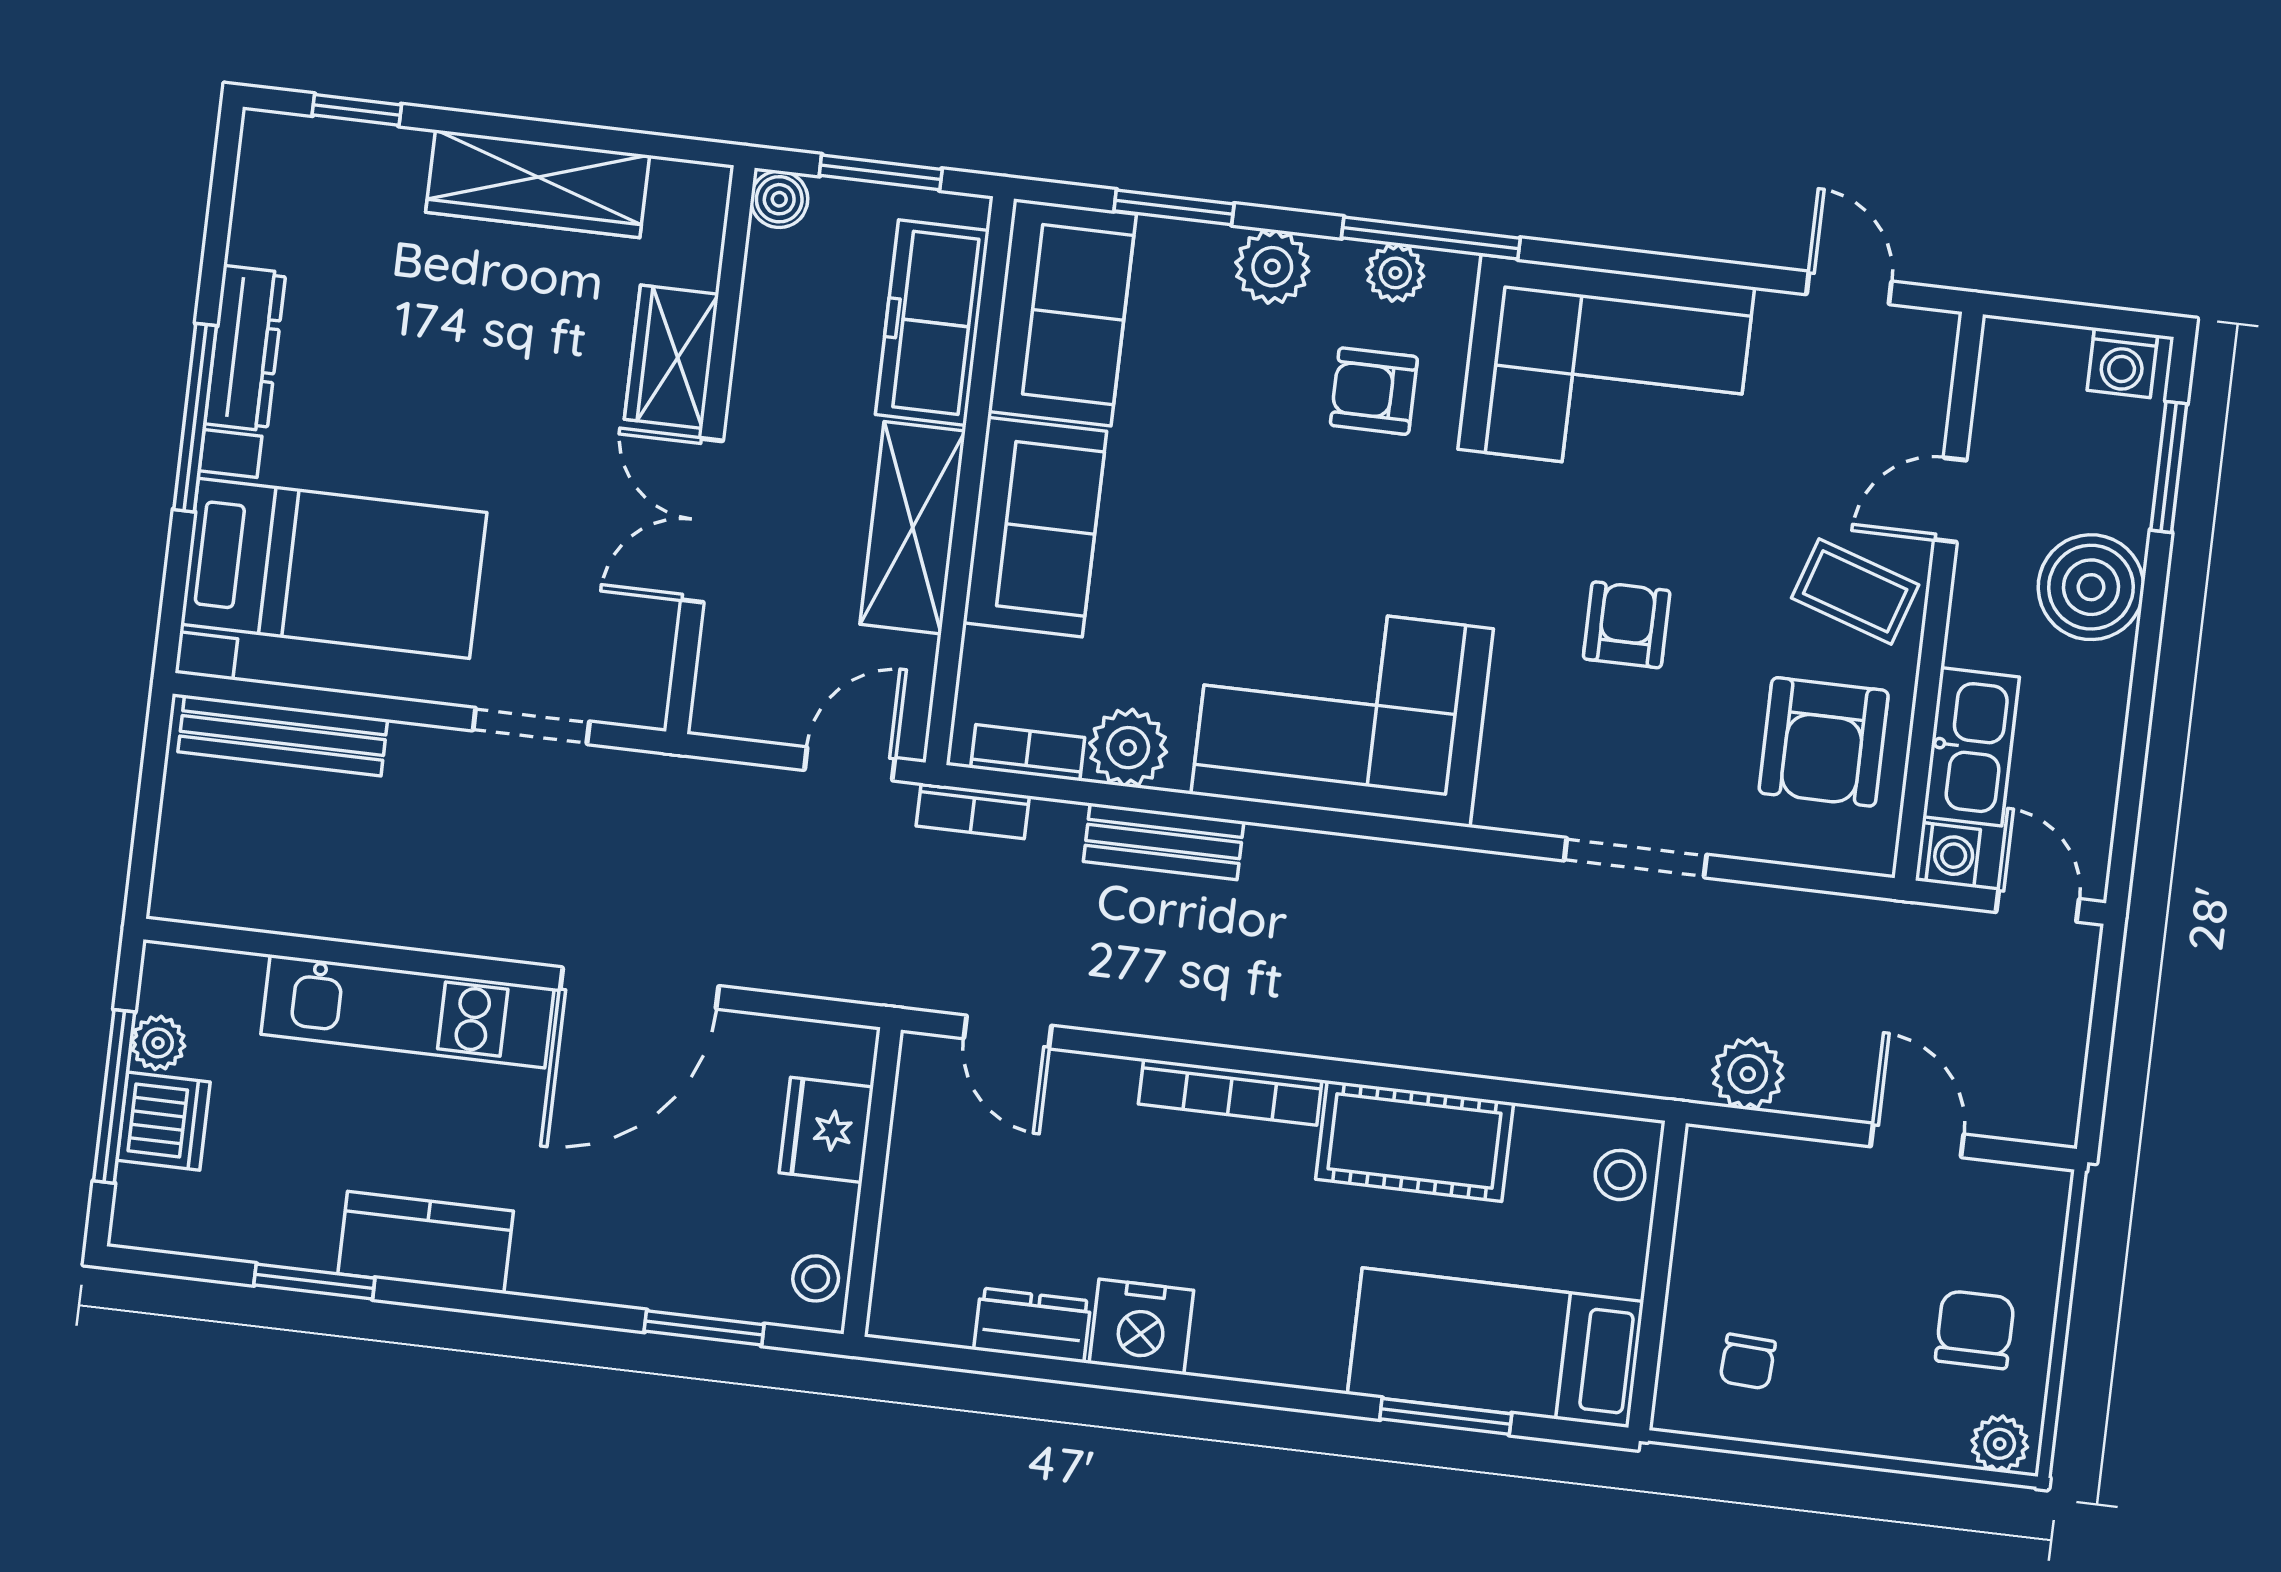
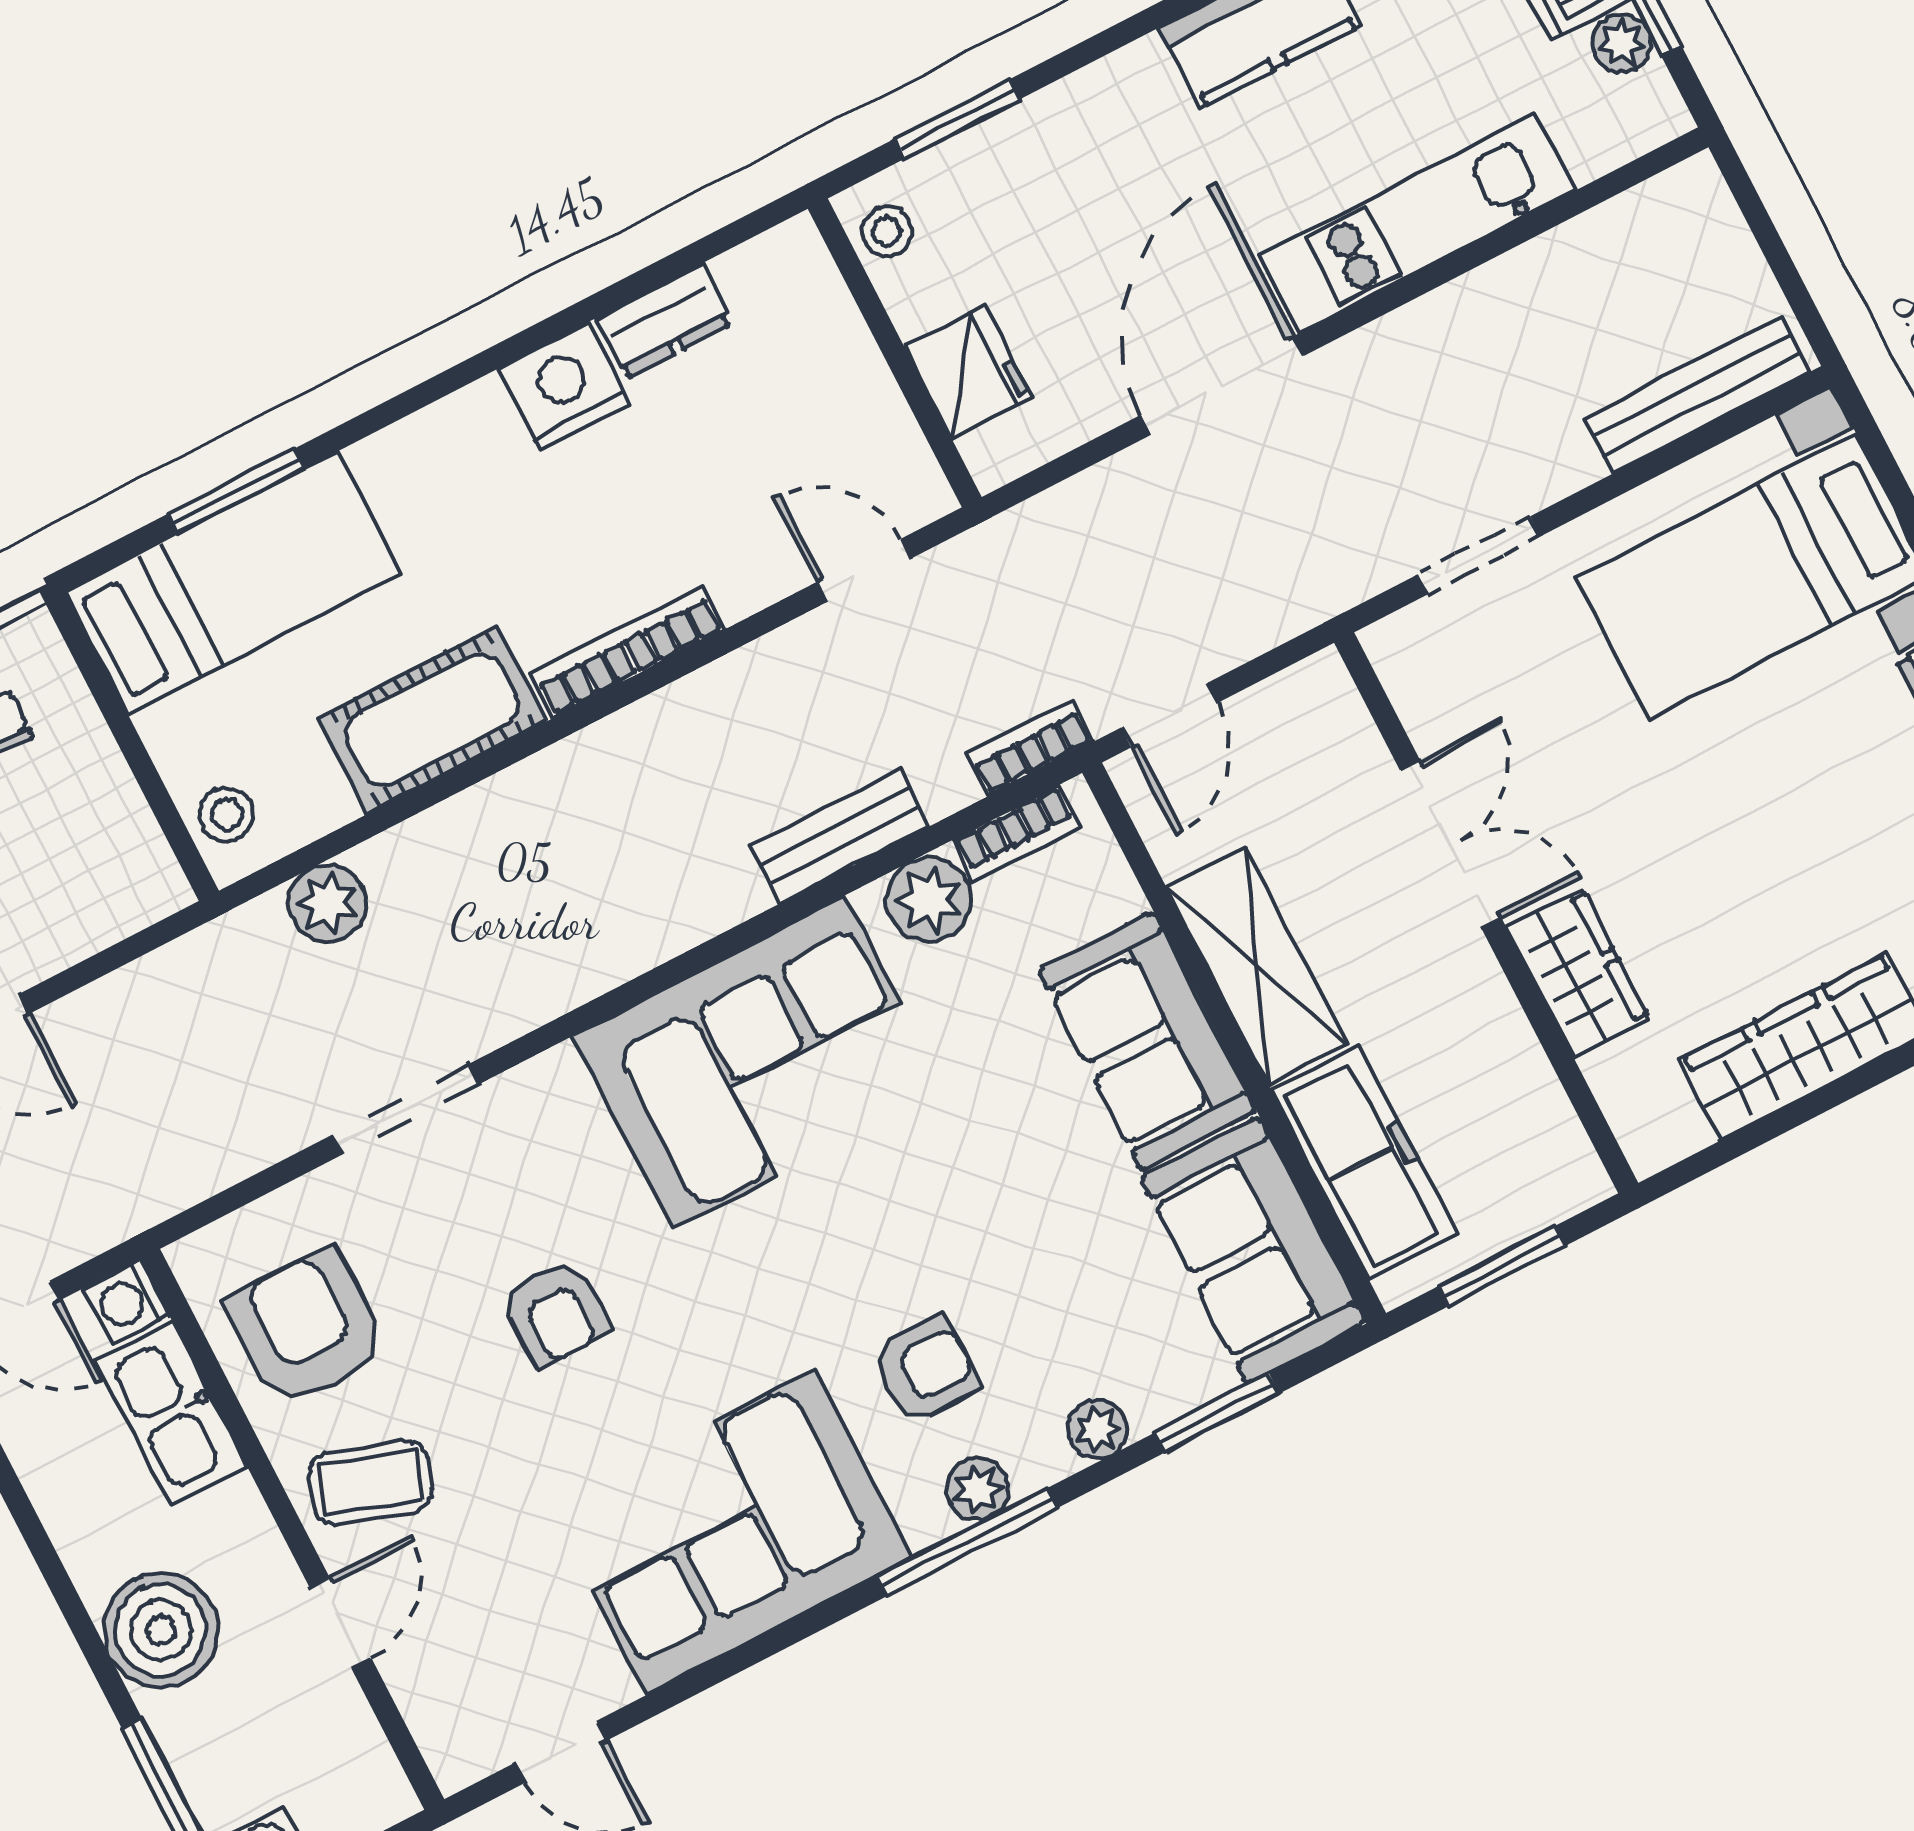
boiler: (779, 199) -> (1577, 1180), removed
plant: (1272, 267) -> (1097, 1429), width x0.73, depth x0.73
plant: (1748, 1074) -> (327, 903), moved

